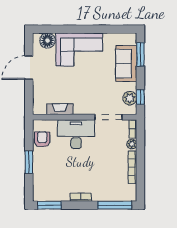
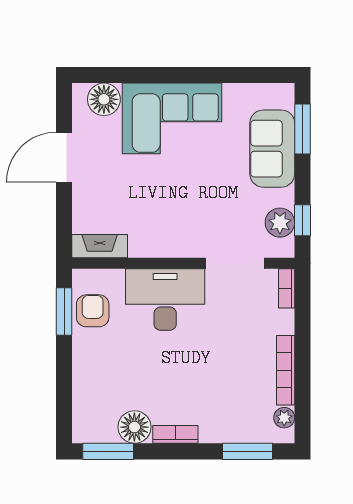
fireplace: (60, 109) -> (100, 246), moved
plant: (132, 144) -> (284, 418), moved
window: (29, 162) -> (64, 311), moved
floor lamp: (62, 194) -> (134, 427), added
window: (115, 205) -> (248, 451), width x0.69

